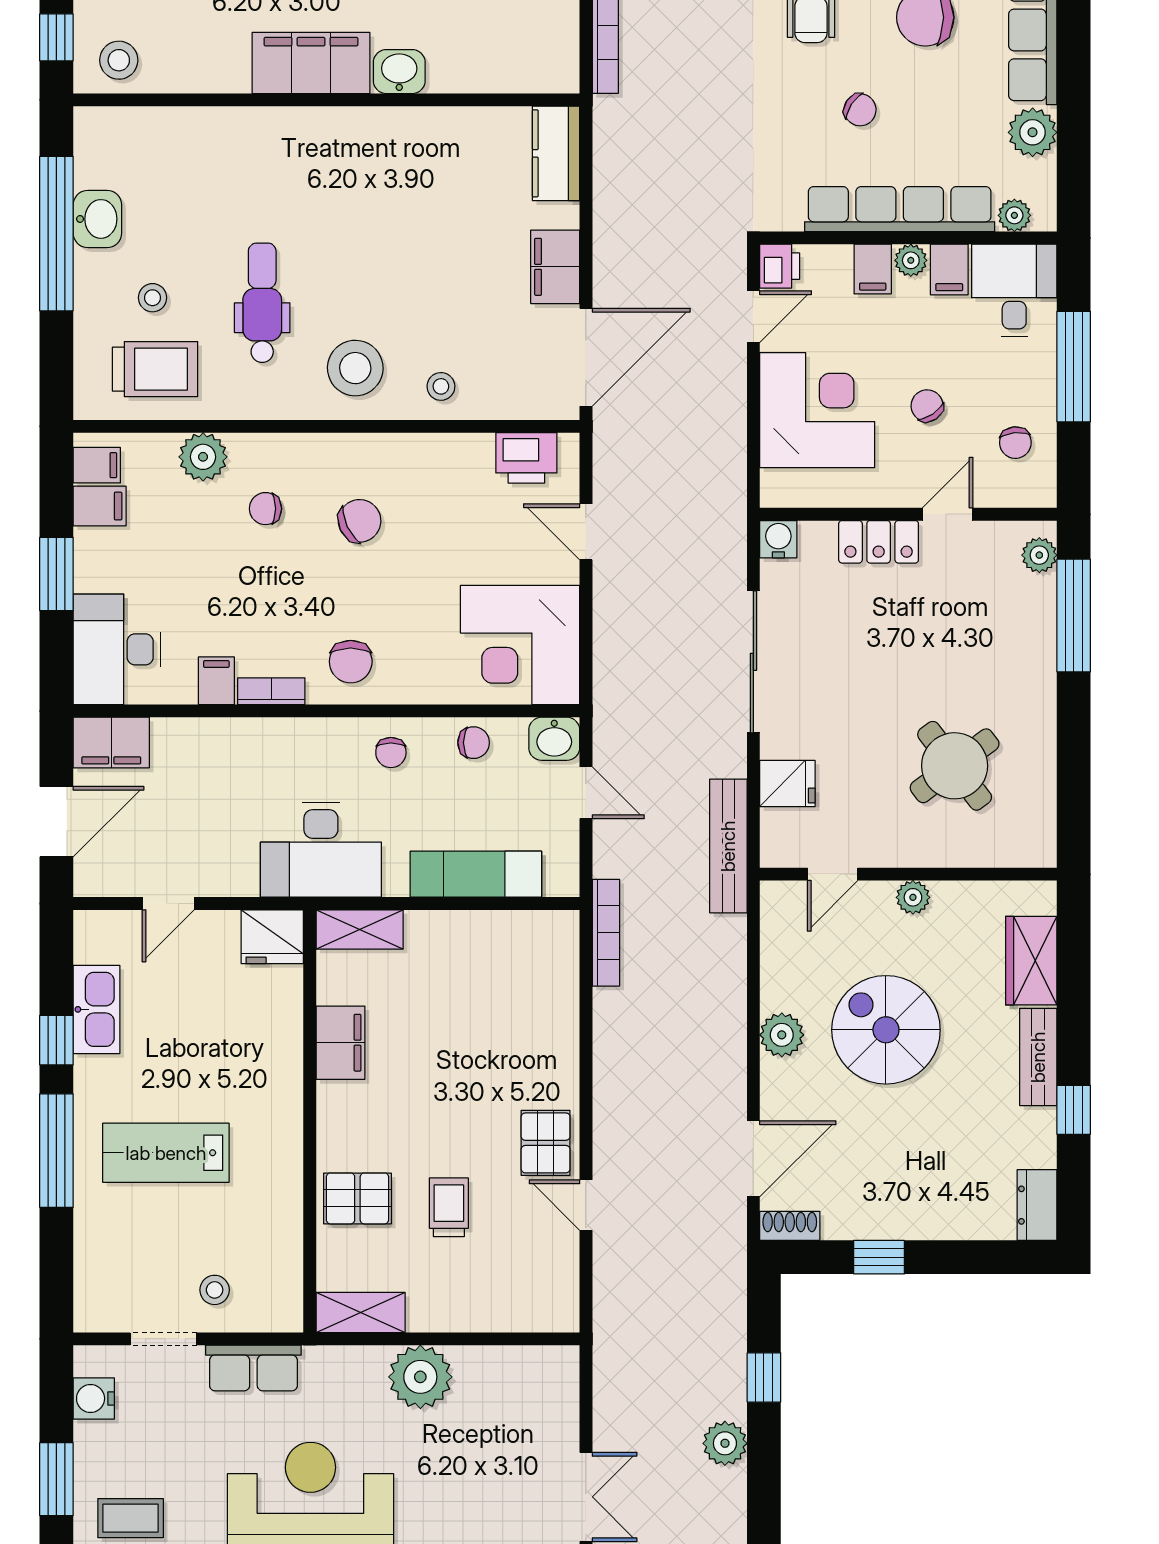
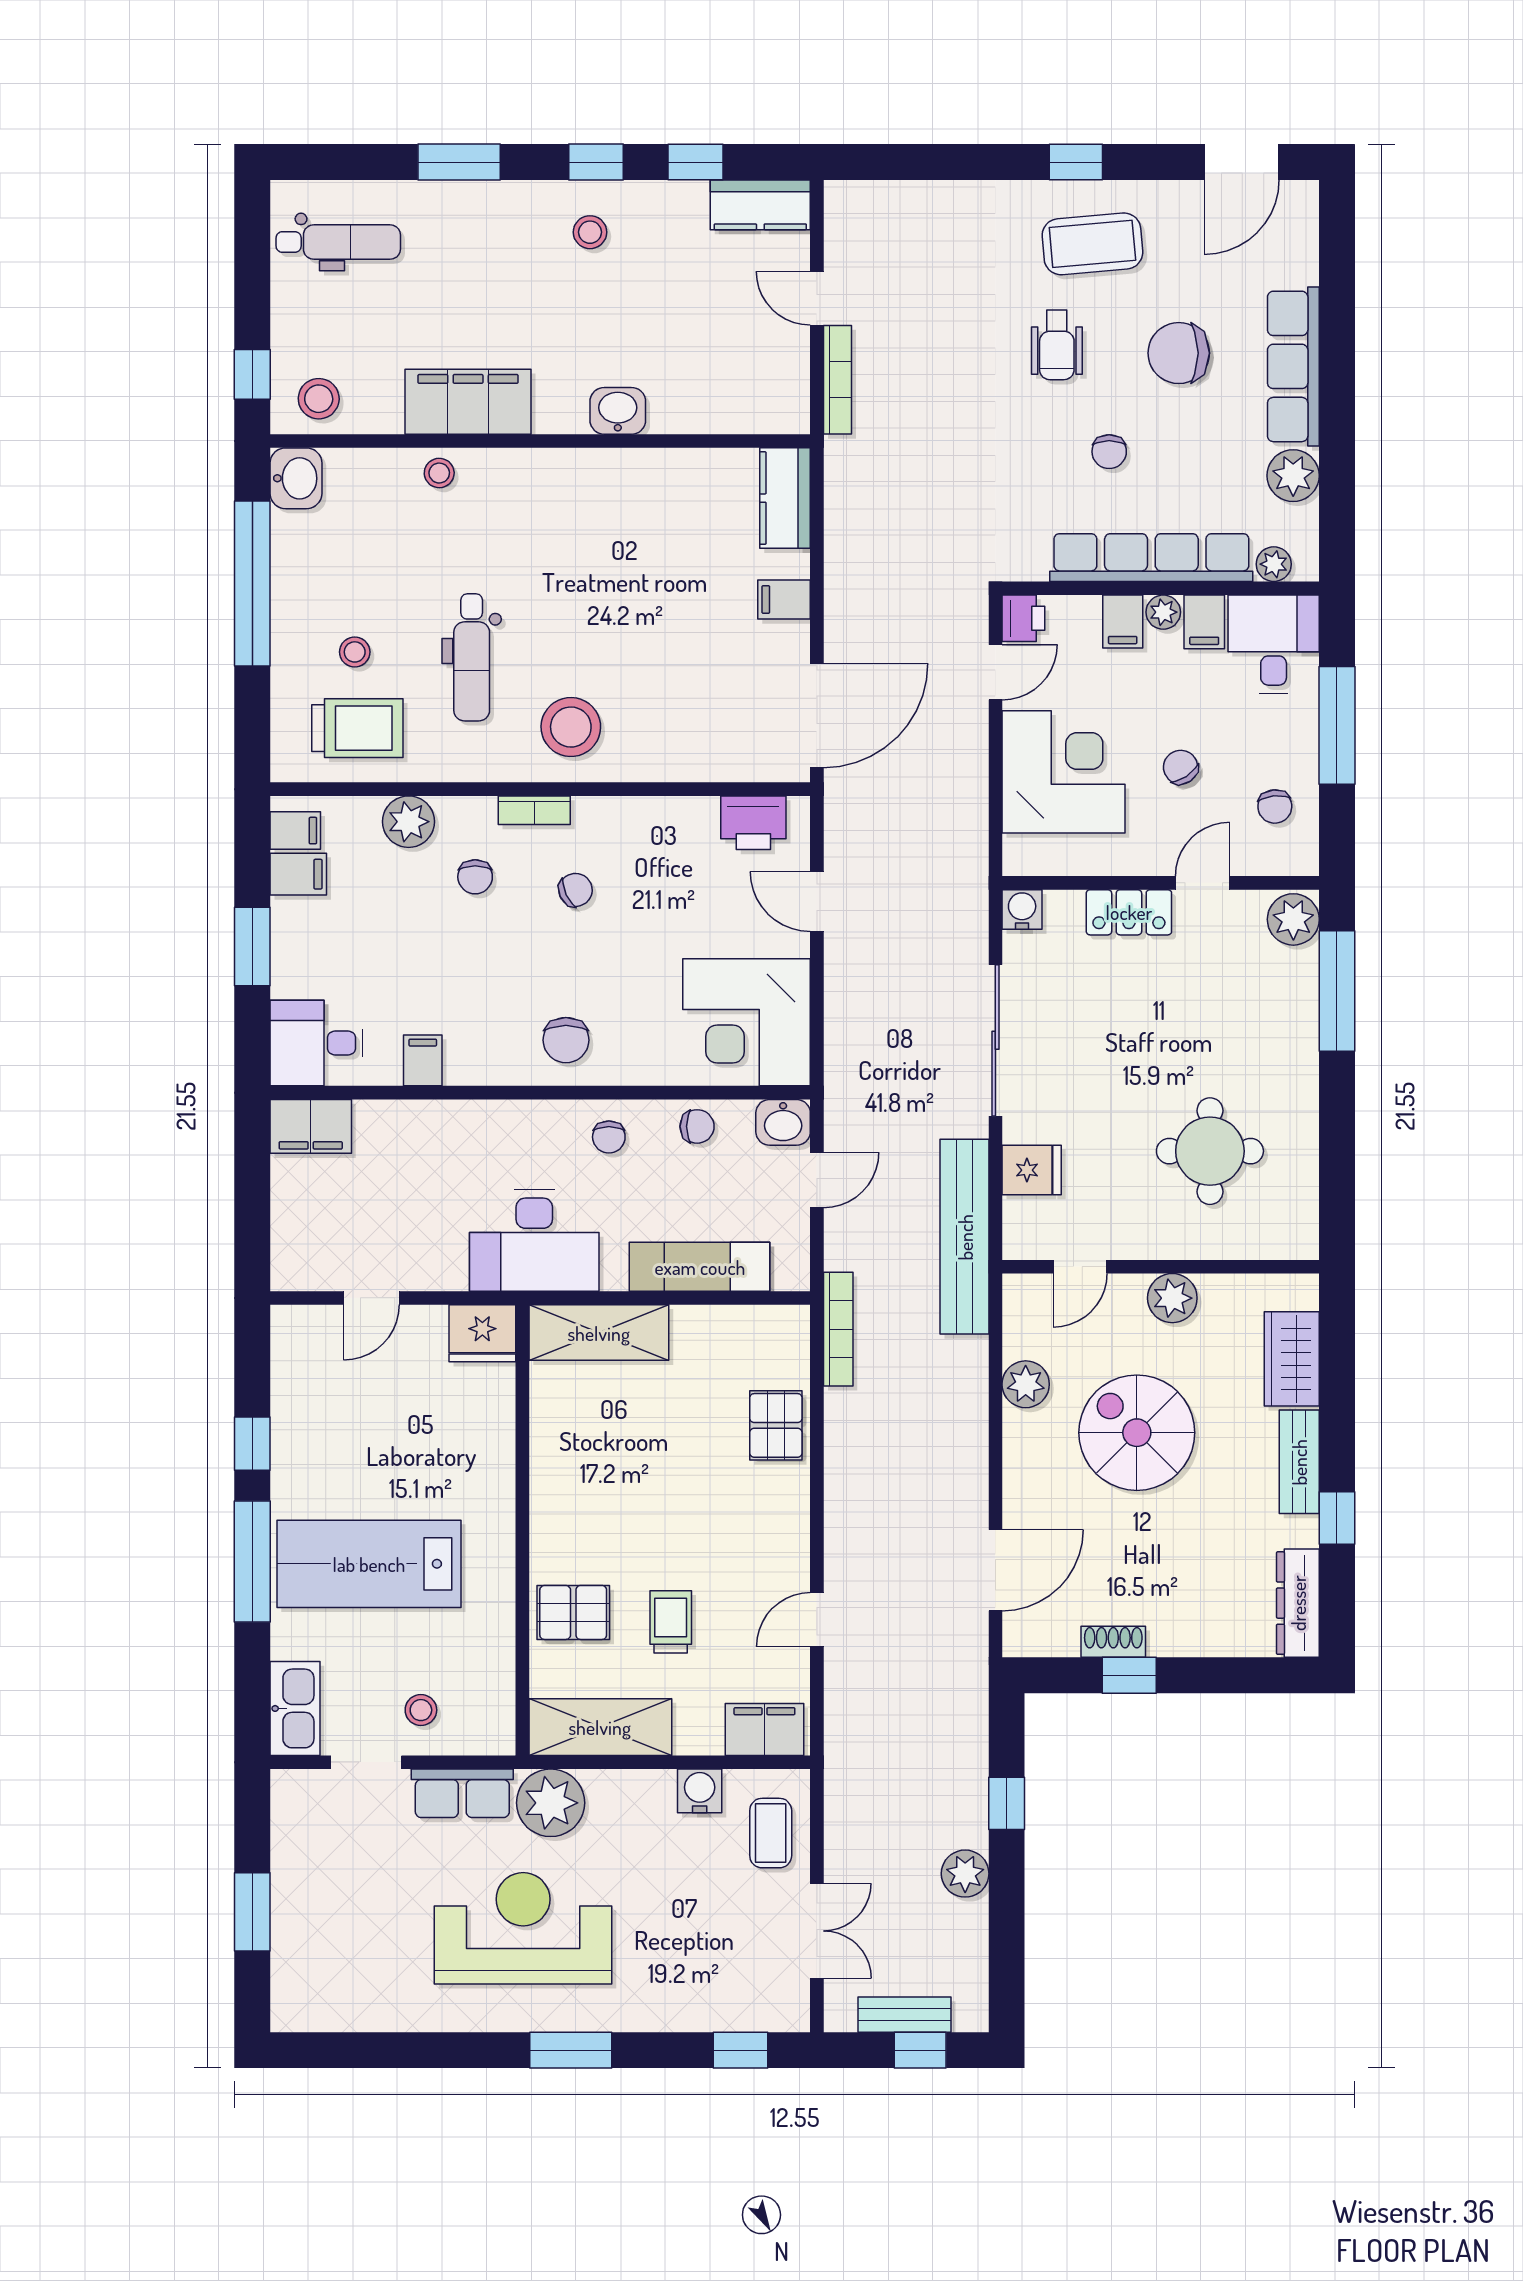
filing cabinet: (311, 63) -> (468, 402), moved
chair: (860, 110) -> (1109, 452), turned 57
washbasin: (97, 219) -> (296, 478), moved
filing cabinet: (555, 267) -> (784, 599), width x0.50
dental chair: (262, 303) -> (472, 657), turned 180
stool: (441, 386) -> (439, 473), moved
chair: (265, 509) -> (475, 877), turned -90
chair: (360, 521) -> (575, 890), width x0.73, depth x0.73
plant: (1039, 555) -> (1293, 919), width x1.38, depth x1.38
desk: (117, 649) -> (316, 1043), width x0.73
bookcase: (271, 691) -> (534, 810), moved, turned 180
round table: (955, 766) -> (1210, 1151), turned 37
door: (586, 793) -> (817, 1180), hinge flipped
door: (56, 822) -> (252, 1211), removed
bench: (728, 846) -> (965, 1237), width x1.37, depth x1.21
plant: (913, 897) -> (1172, 1298), width x1.38, depth x1.38
shelving: (360, 929) -> (599, 1333), width x1.50, depth x1.33
kitchen sink: (97, 1009) -> (295, 1708), moved
plant: (782, 1035) -> (1026, 1384), moved
filing cabinet: (340, 1043) -> (764, 1729), moved, turned -90
pallet: (546, 1143) -> (776, 1425), moved
lab bench: (166, 1153) -> (369, 1564), width x1.36, depth x1.39
door: (586, 1205) -> (817, 1620), hinge flipped
dresser: (1037, 1205) -> (1298, 1603), width x1.44
shoe rack: (790, 1226) -> (1113, 1642), moved
shelving: (361, 1313) -> (600, 1727), width x1.50, depth x1.33
plant: (420, 1377) -> (551, 1803), moved
water cooler: (94, 1398) -> (700, 1791), moved, turned 90
coffee table: (131, 1518) -> (771, 1833), moved, turned 90

